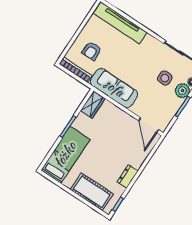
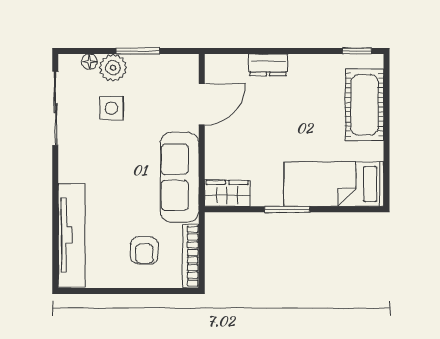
armchair: (92, 51) -> (144, 250), turned 90
door: (149, 125) -> (202, 104), moved
dresser: (128, 176) -> (268, 65), moved

